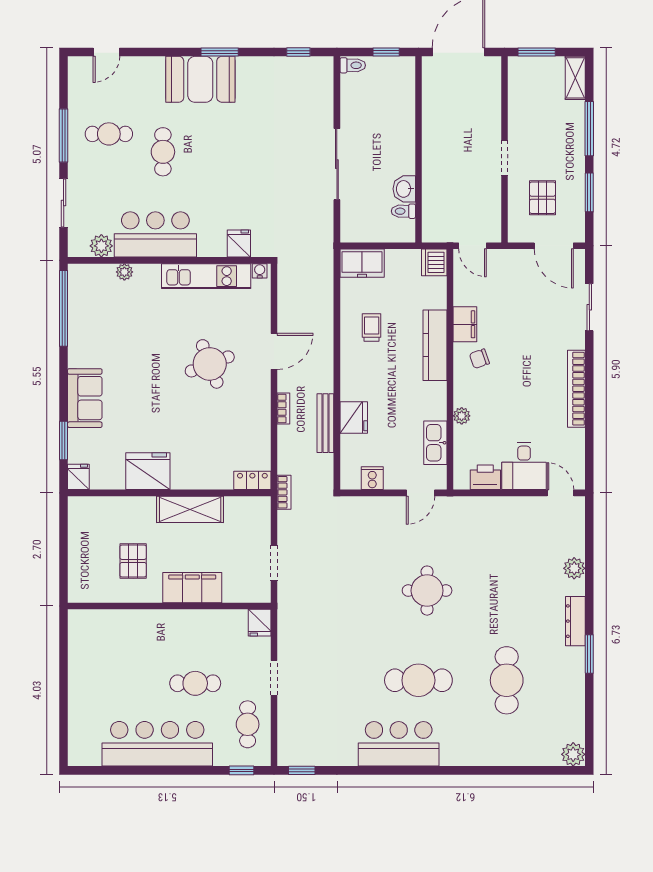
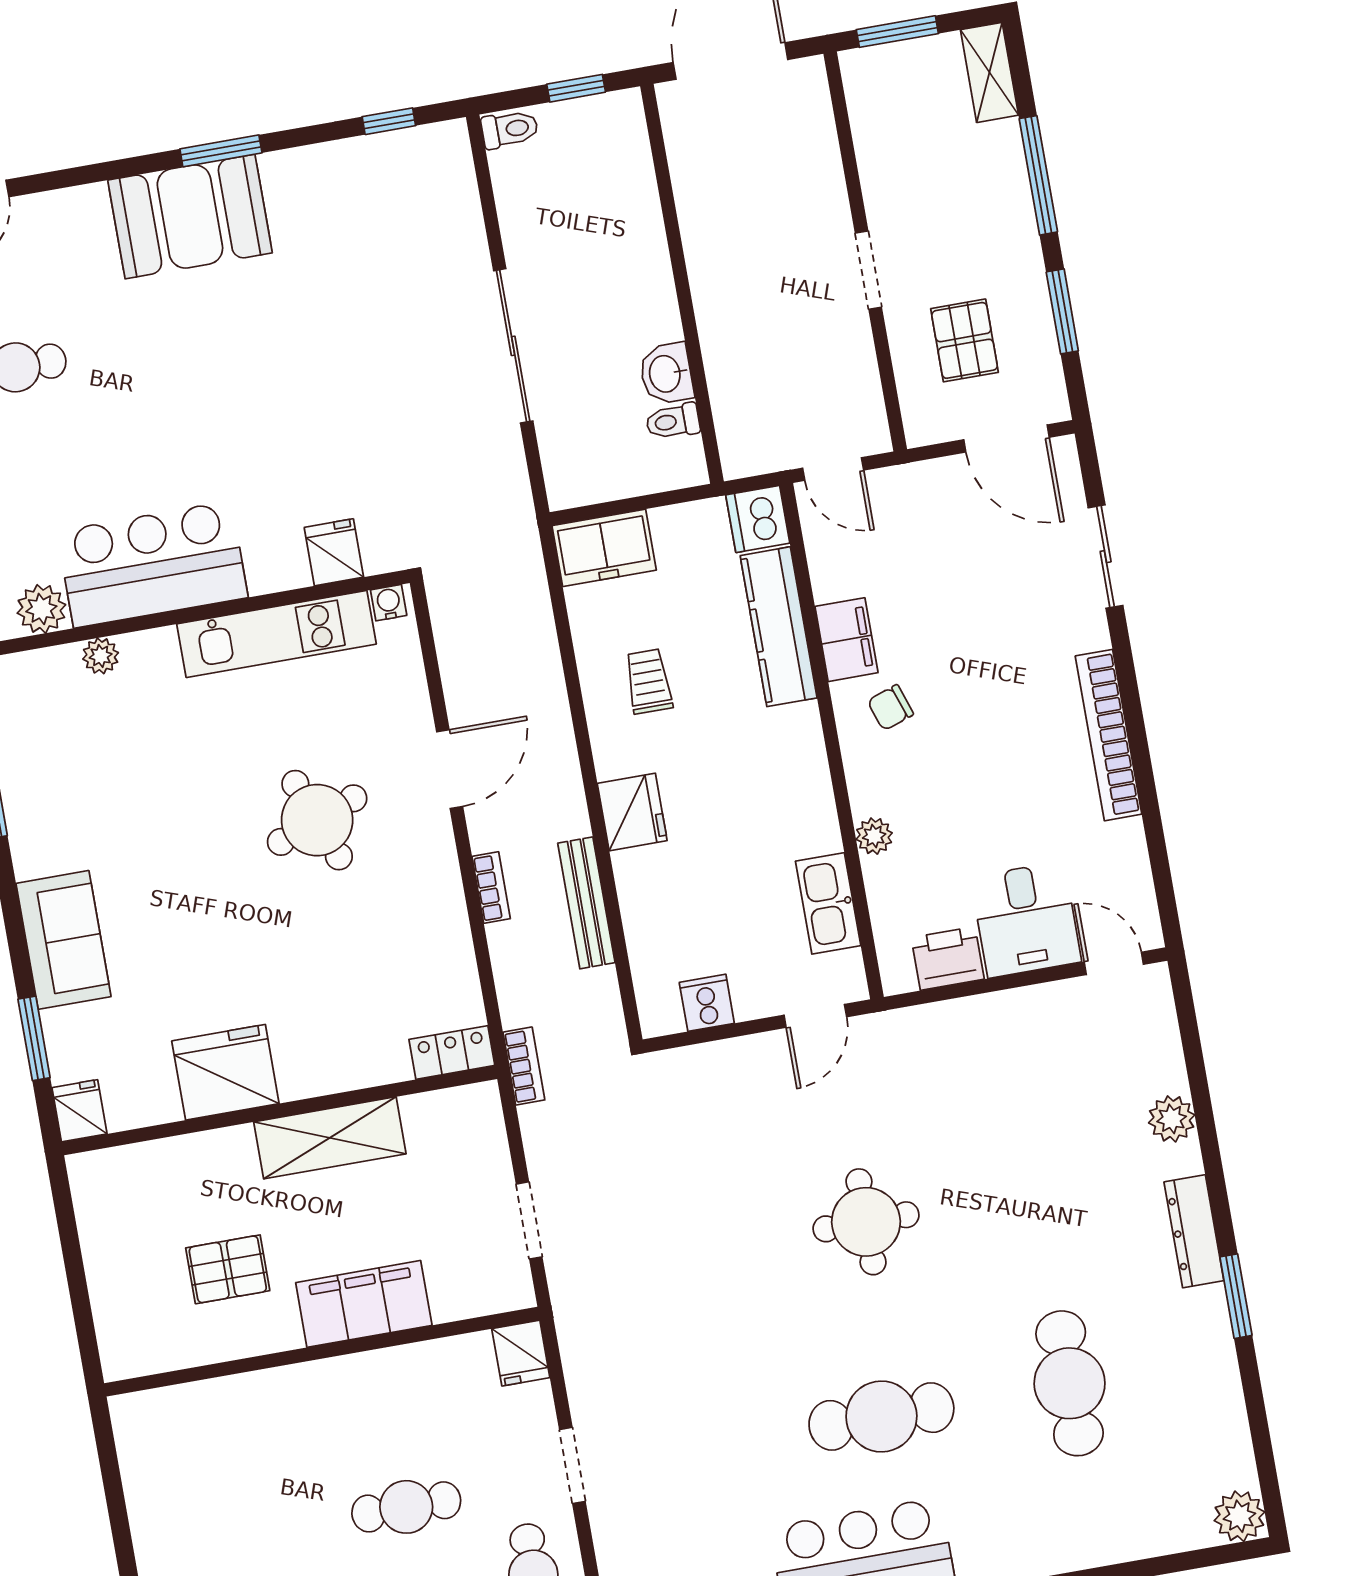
cafe table: (163, 152) -> (138, 385), removed
kitchen counter: (435, 345) -> (779, 627), moved
fridge: (354, 418) -> (632, 812), moved
pallet: (133, 561) -> (228, 1269), turned 90

